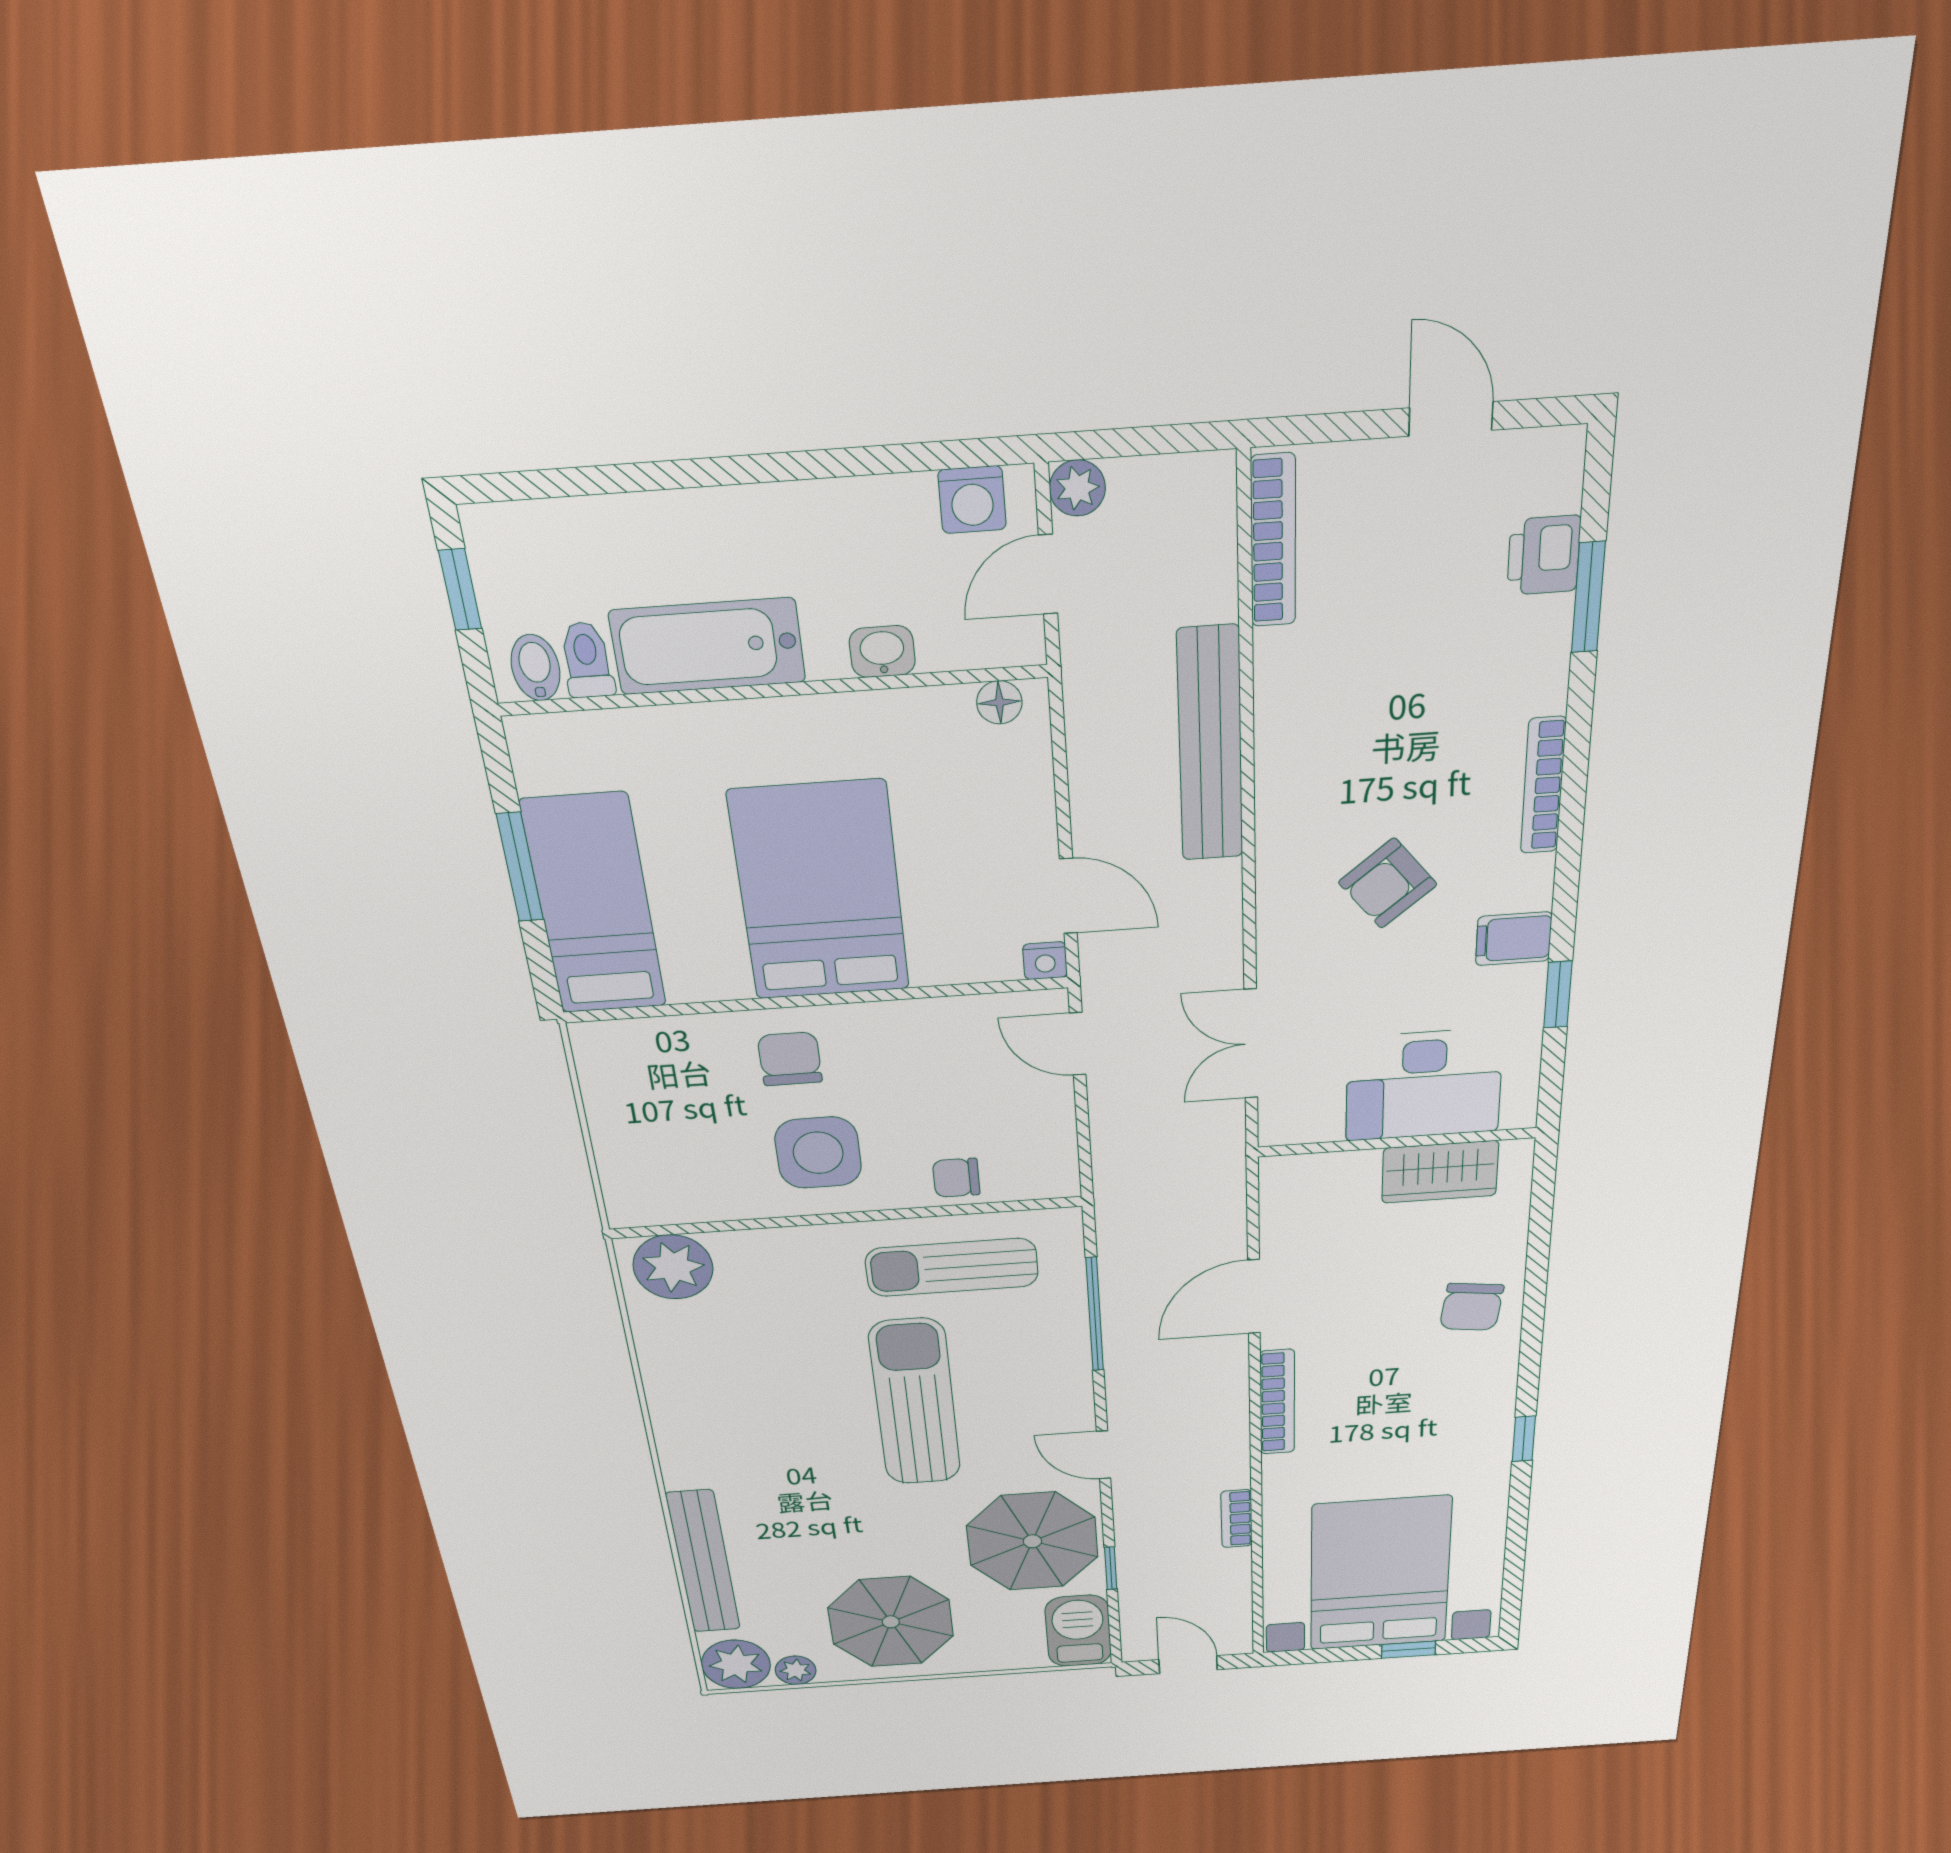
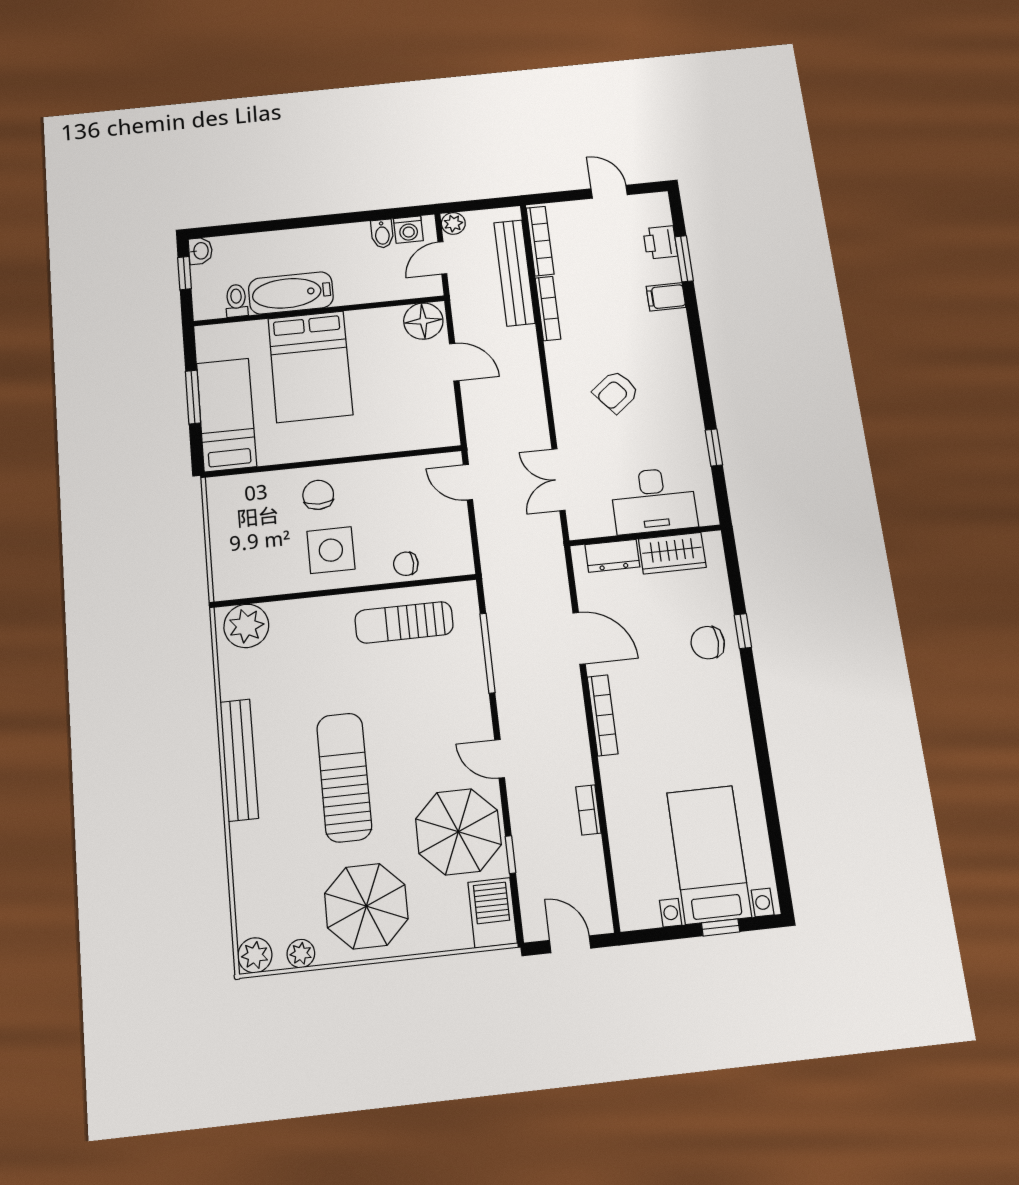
washbasin: (882, 652) -> (200, 251), moved, turned 90
bidet: (536, 668) -> (382, 234), moved, turned 180
floor lamp: (999, 702) -> (423, 321), width x1.89, depth x1.89
bench: (1210, 745) -> (514, 273), moved
bookcase: (1543, 786) -> (548, 308), moved, turned 180
bed: (820, 891) -> (310, 366), moved, turned 180
door: (1068, 896) -> (454, 362), moved
filing cabinet: (1514, 939) -> (666, 297), moved
nightstand: (1045, 961) -> (449, 437), removed
dresser: (1332, 1174) -> (612, 556), added
door: (1254, 1297) -> (579, 638), swing flipped
chair: (1472, 1307) -> (708, 643), turned 83
sun lounger: (915, 1402) -> (344, 777), moved
window: (1524, 1439) -> (743, 631), moved
bench: (703, 1562) -> (239, 760), moved
bed with nightstands: (1380, 1574) -> (709, 855), width x0.73
plant: (736, 1664) -> (255, 955), width x0.73, depth x0.73

